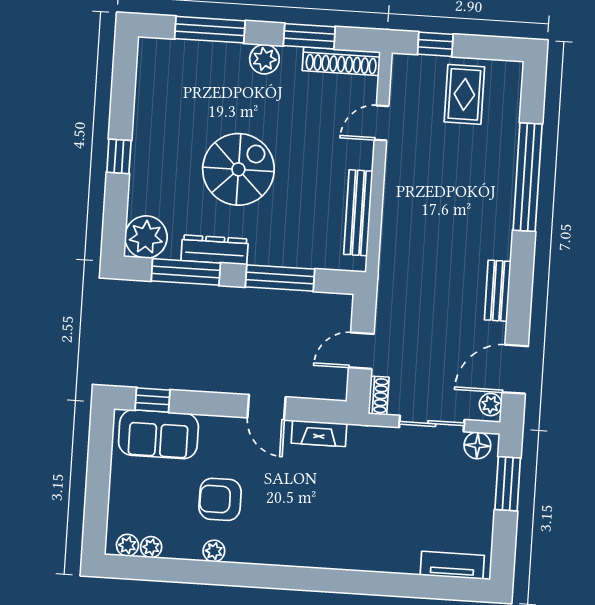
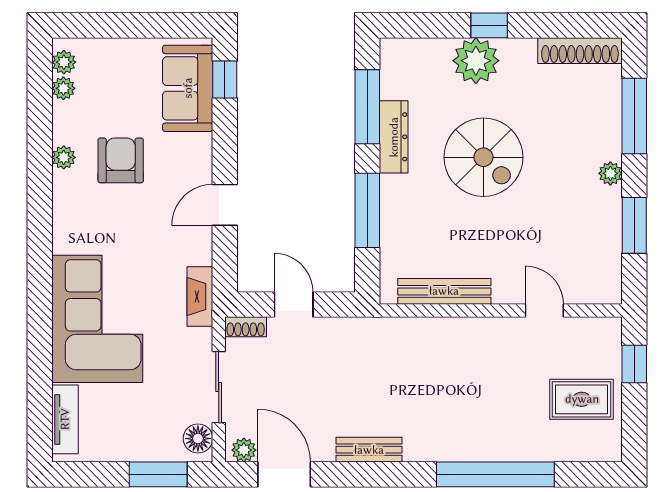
plant: (264, 59) -> (610, 173), width x0.73, depth x0.73
shoe rack: (341, 61) -> (580, 51), moved, turned -90
plant: (146, 237) -> (476, 61), moved
fireplace: (319, 433) -> (200, 296), moved
corner sofa: (363, 530) -> (97, 319), added

